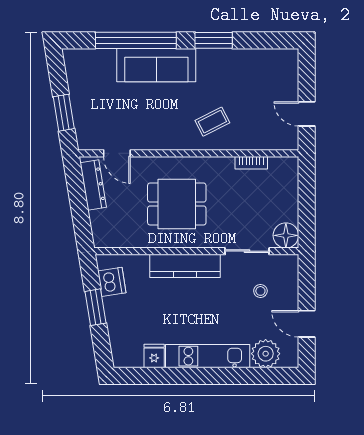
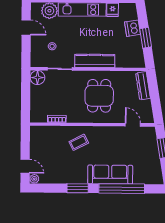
plant: (290, 57) -> (34, 179), added
door: (307, 114) -> (25, 166), moved
dresser: (93, 185) -> (143, 86), moved
dining table: (177, 204) -> (99, 96), turned 90
dishwasher: (112, 282) -> (133, 28), moved

